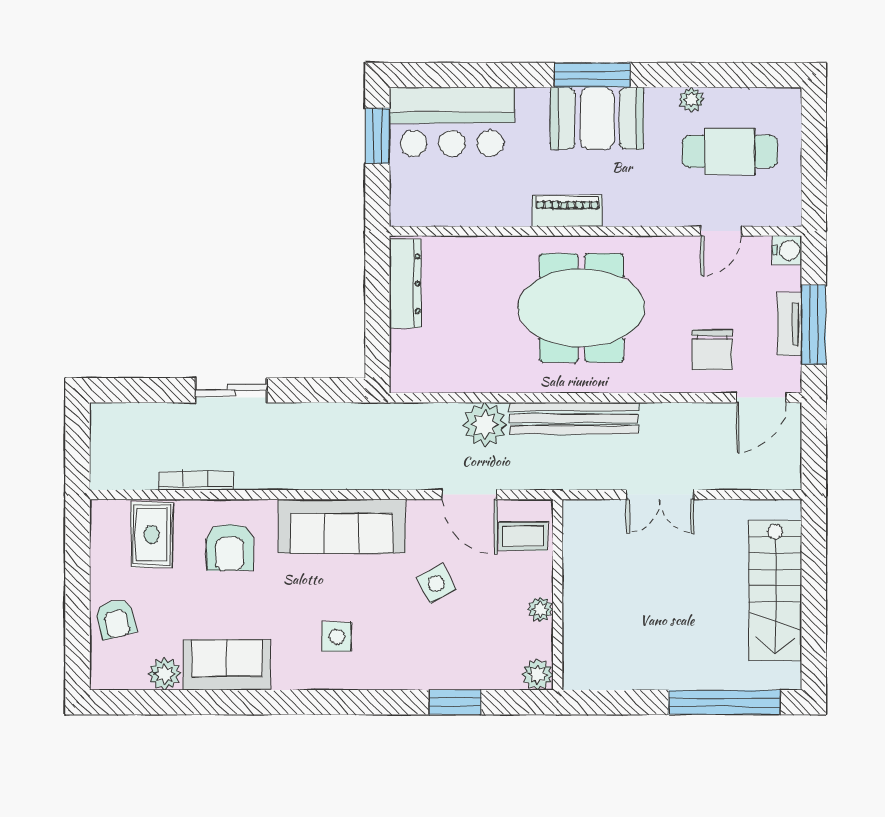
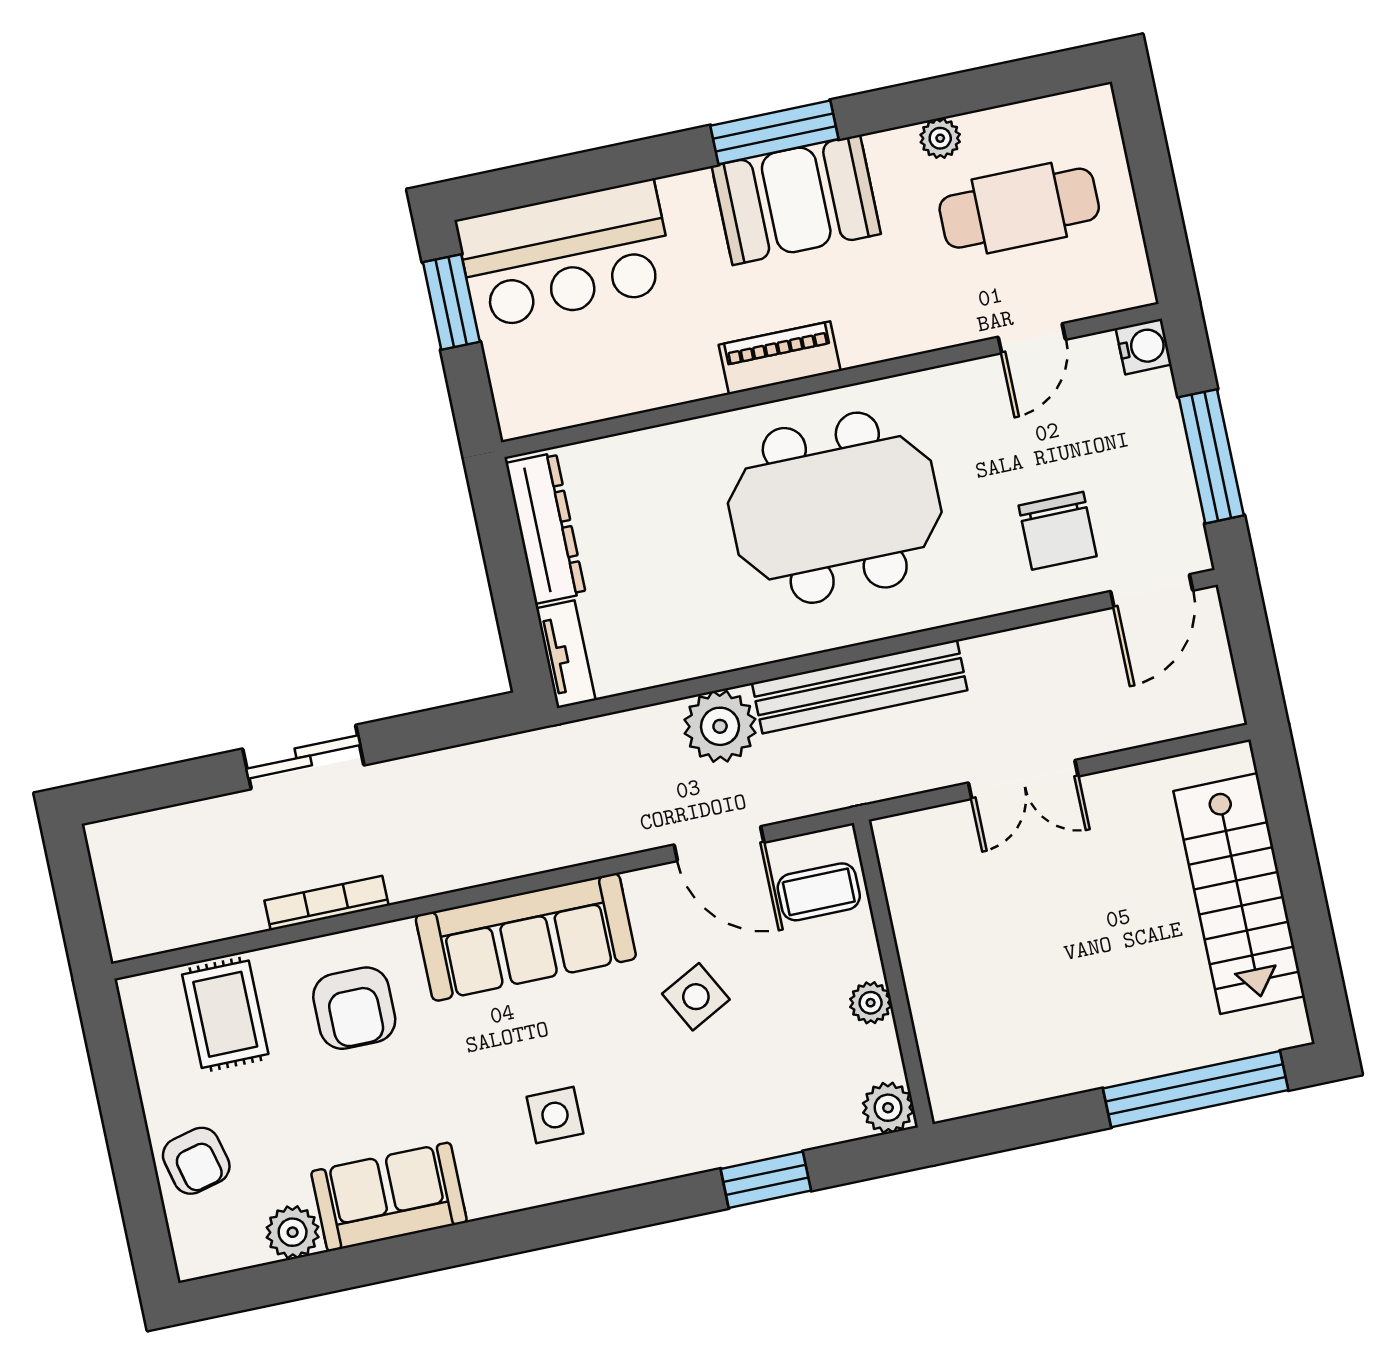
tv unit: (790, 324) -> (566, 654), moved, turned 180
bookcase: (196, 481) -> (327, 903), moved

